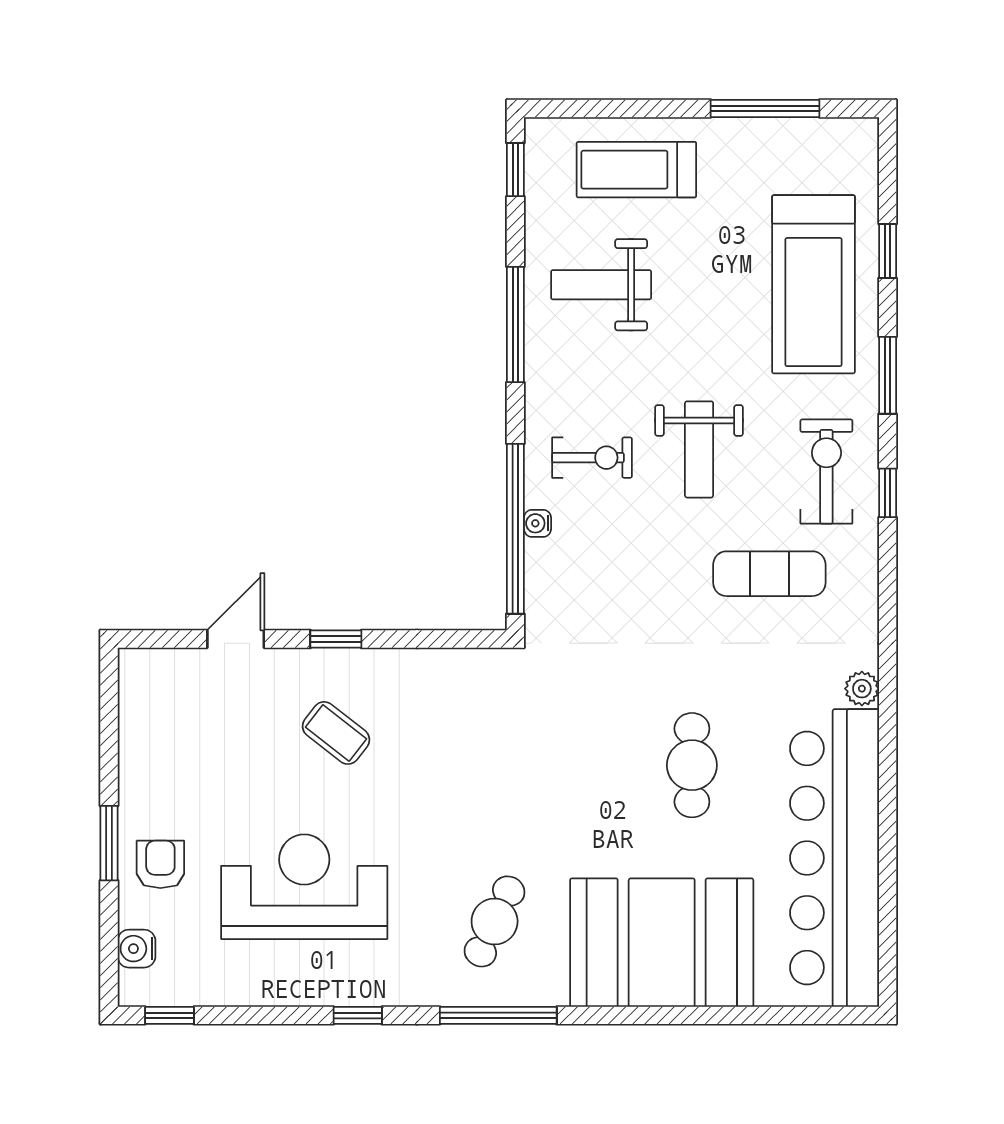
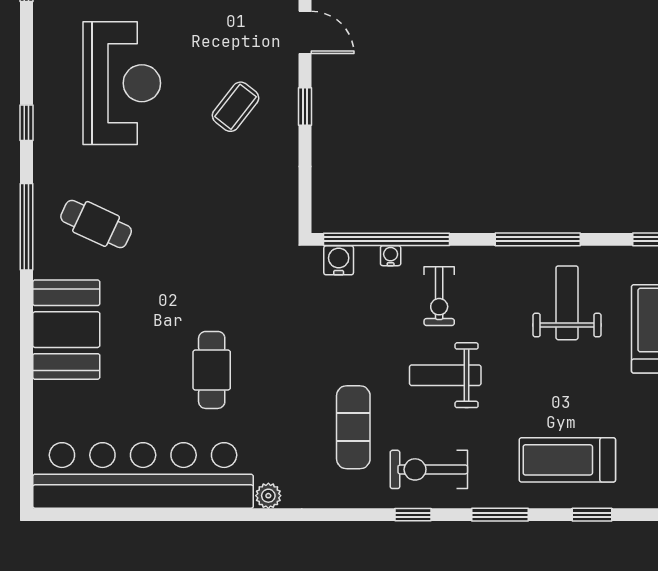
treadmill: (814, 284) -> (567, 460), width x0.73, depth x0.73
exercise bike: (826, 472) -> (429, 469), turned 180
water cooler: (544, 594) -> (339, 260), added
cafe table: (692, 765) -> (212, 370), turned 90
booth: (662, 943) -> (66, 330), width x0.73, depth x0.70

